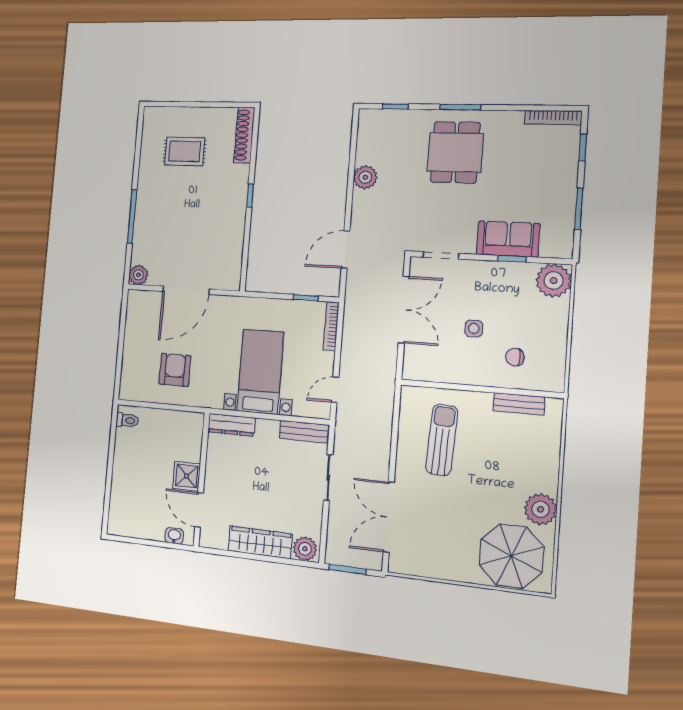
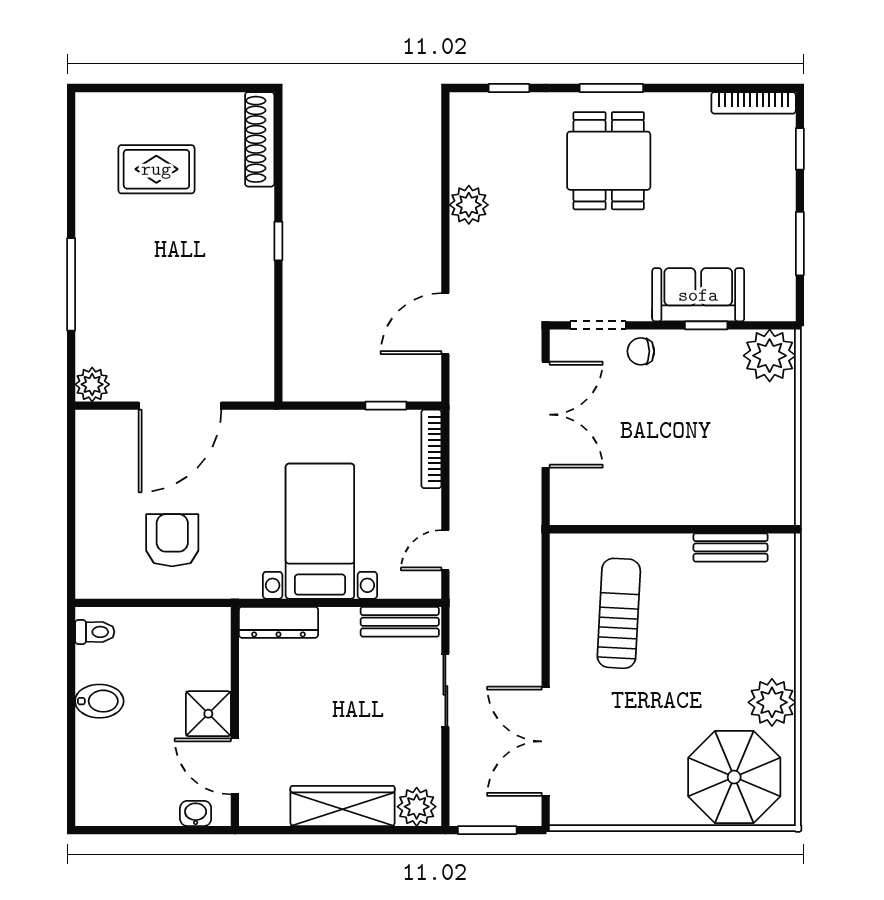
side table: (474, 328) -> (656, 437), removed
chair: (515, 357) -> (641, 351), moved
bidet: (126, 462) -> (99, 701), added

